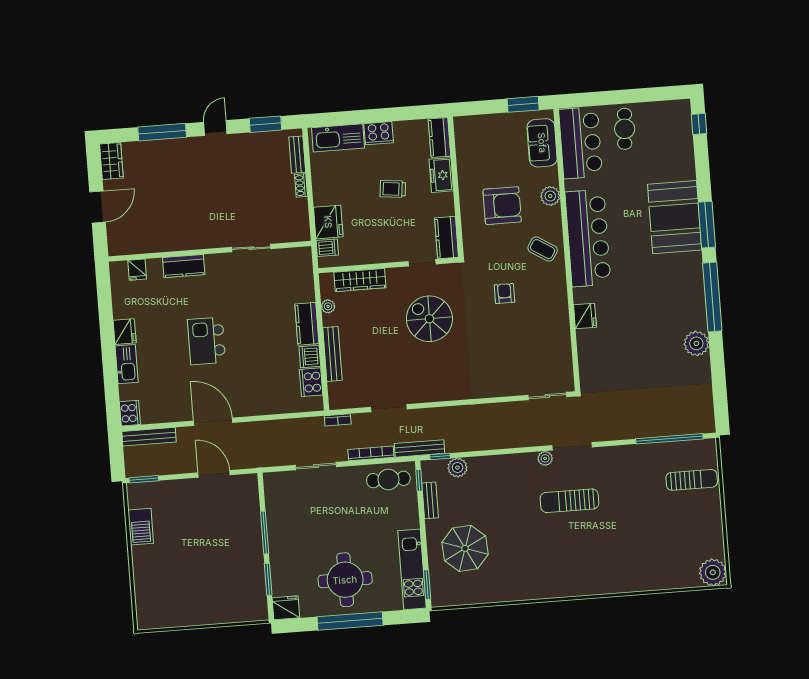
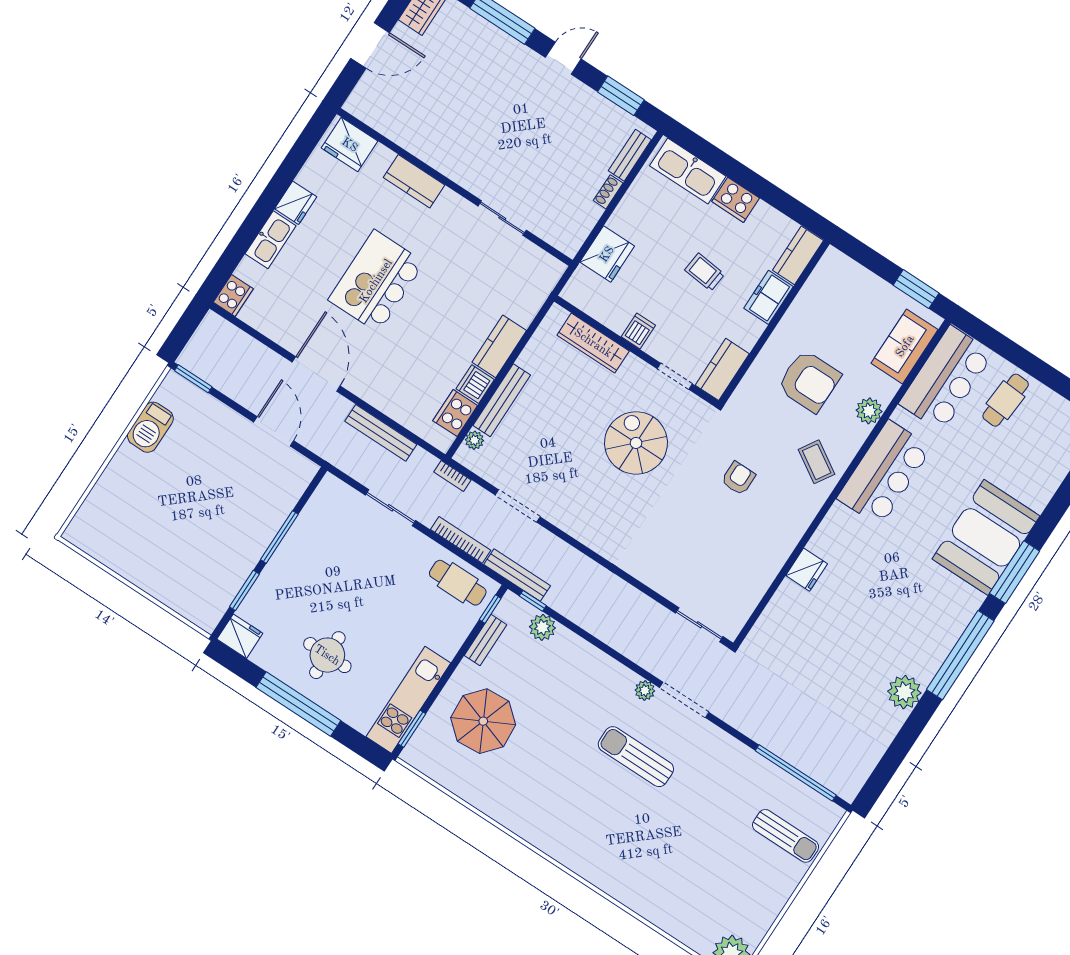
bar counter: (588, 238) -> (884, 473), width x0.73
dishwasher: (327, 248) -> (638, 331), moved, turned -90
fridge: (137, 270) -> (350, 145), width x1.88, depth x1.34
plant: (328, 306) -> (474, 440), moved
kitchen island: (206, 341) -> (376, 281), width x1.37, depth x1.28
bench: (149, 437) -> (381, 433), moved
round table: (345, 580) -> (327, 655), width x0.73, depth x0.73

